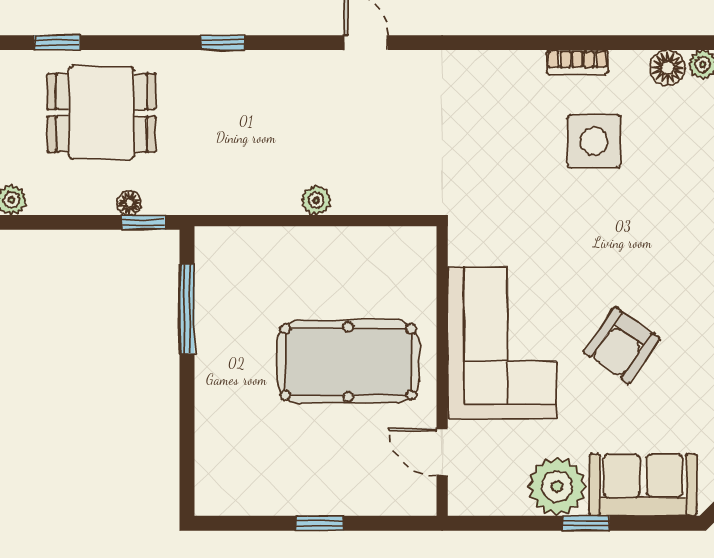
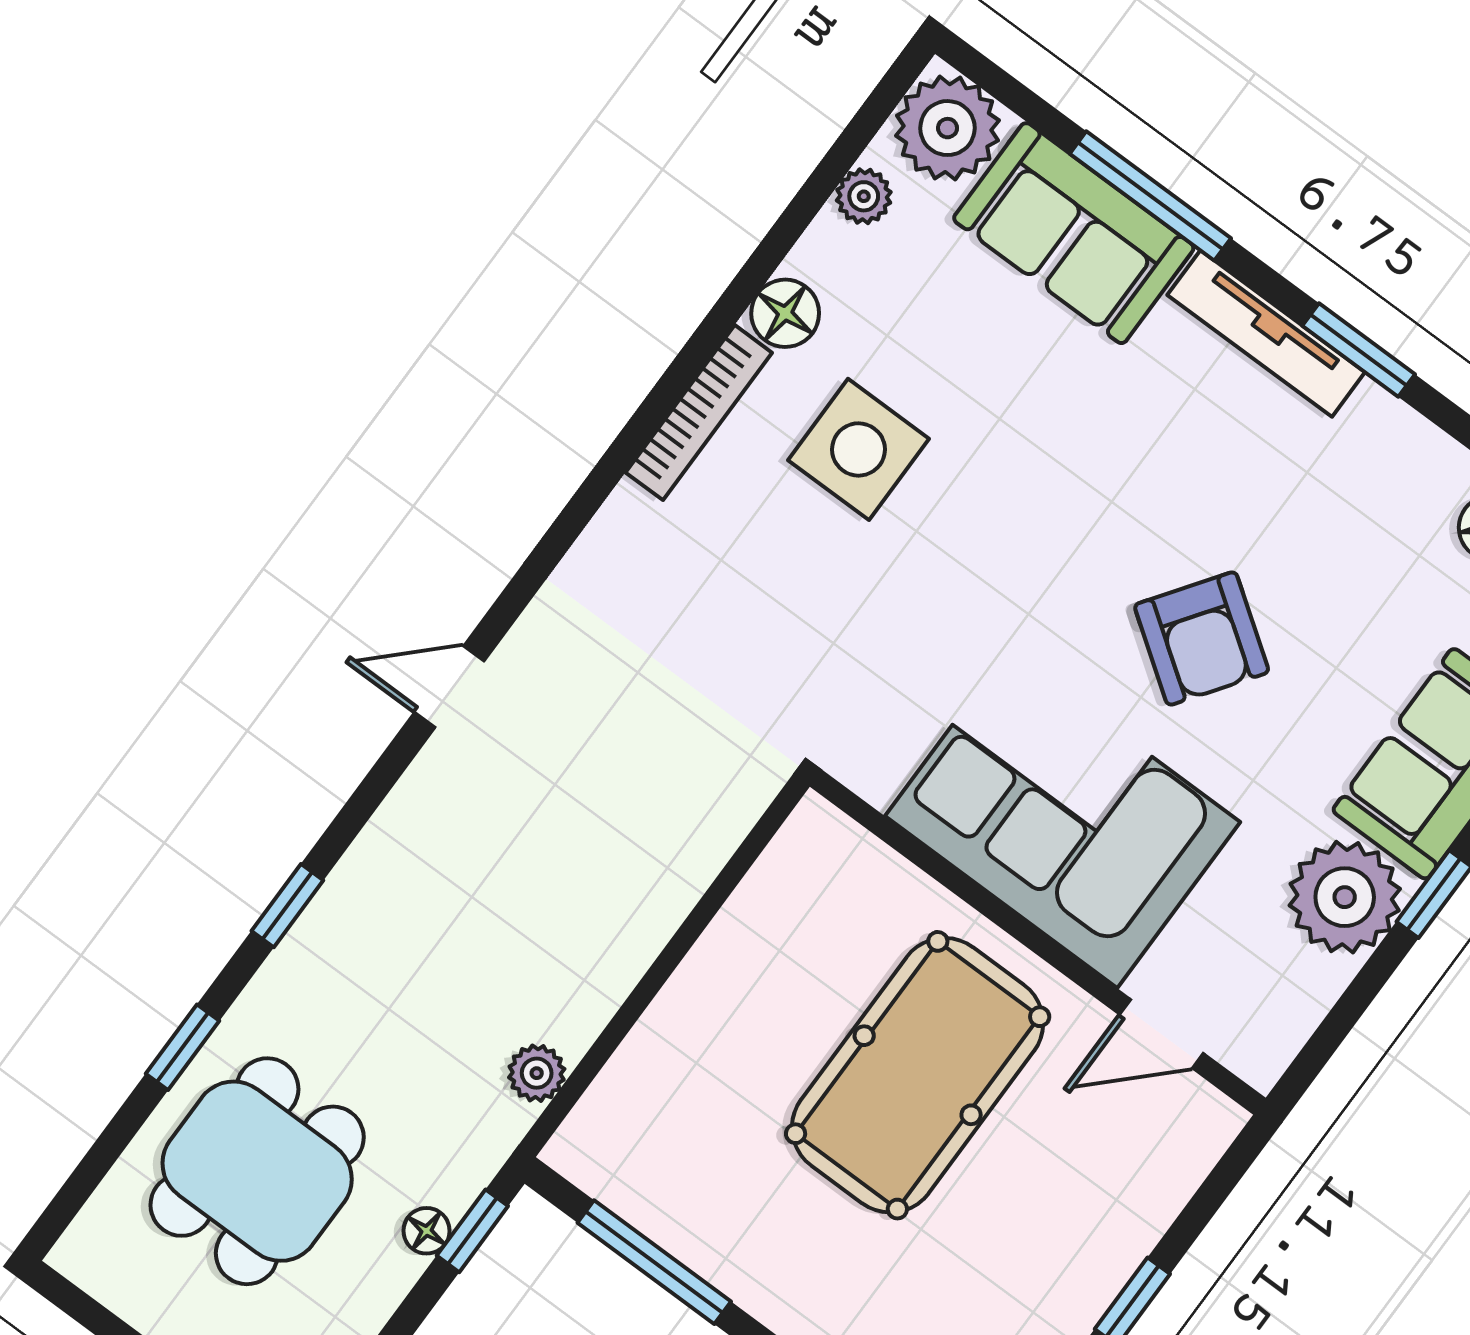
window: (57, 43) -> (183, 1047), moved
bookcase: (577, 62) -> (699, 413), width x1.56
floor lamp: (668, 68) -> (785, 313), moved
plant: (316, 200) -> (537, 1073), moved

